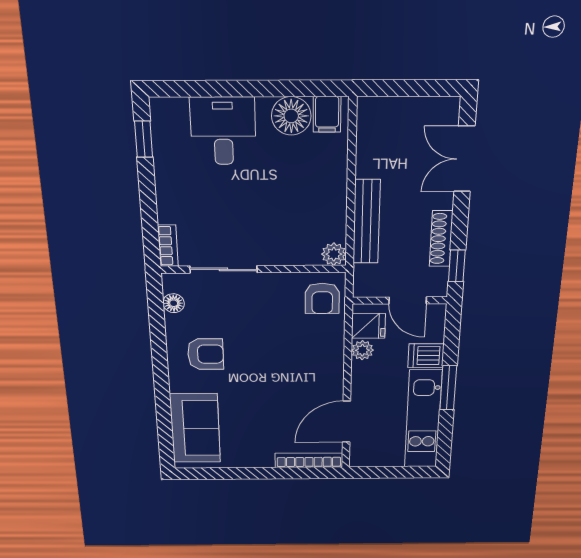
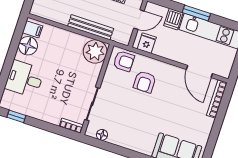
plant: (334, 254) -> (95, 52), width x1.87, depth x1.87
plant: (362, 350) -> (159, 50), removed
armchair: (206, 354) -> (145, 82), moved, turned 180

